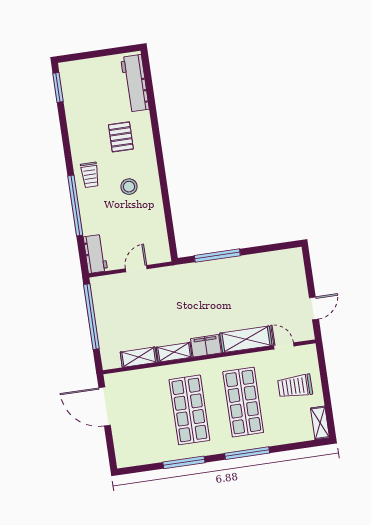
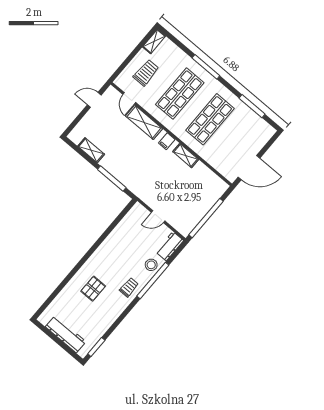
workbench: (135, 83) -> (66, 334), moved, turned -90
stool: (129, 187) -> (151, 265), moved
filing cabinet: (206, 346) -> (167, 141), width x0.50
shelving: (139, 357) -> (91, 150), moved
trolley: (295, 386) -> (146, 73), turned -90
door: (105, 406) -> (249, 168), hinge flipped
window: (184, 462) -> (252, 106), moved

